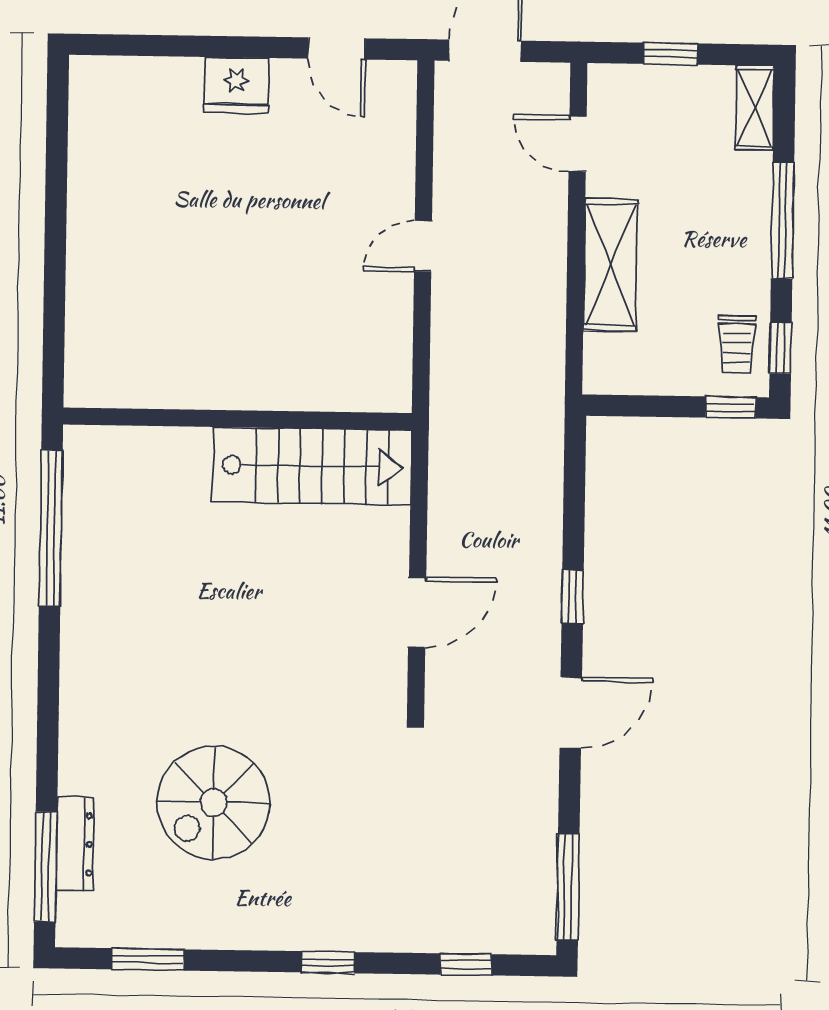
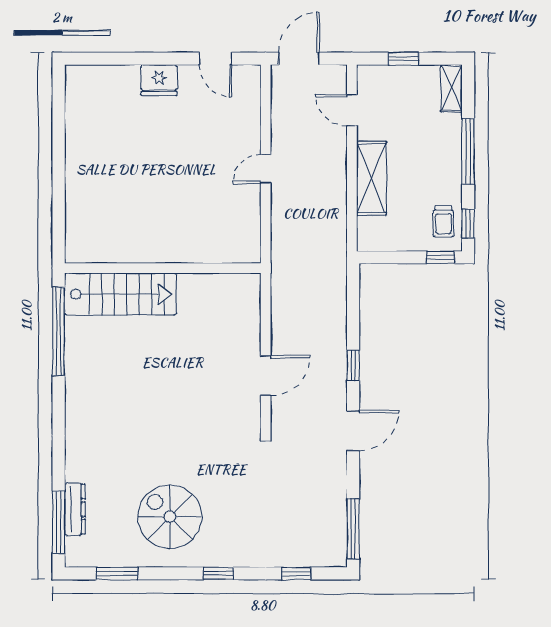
stairs: (312, 466) -> (121, 294), moved
spiral stairs: (214, 803) -> (170, 517), moved, turned 90

